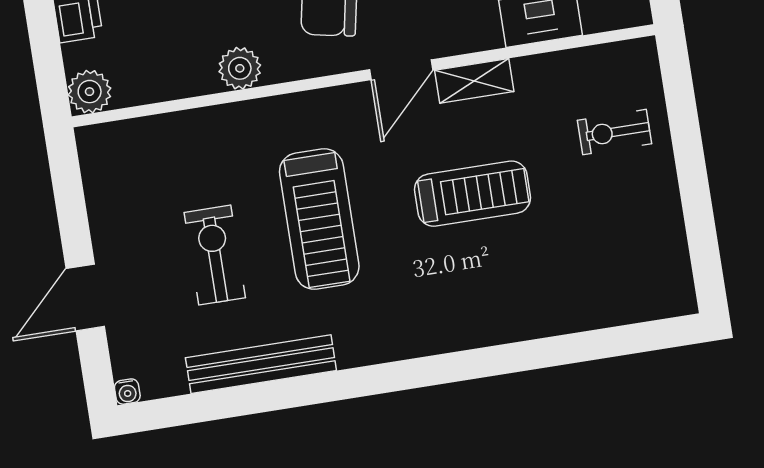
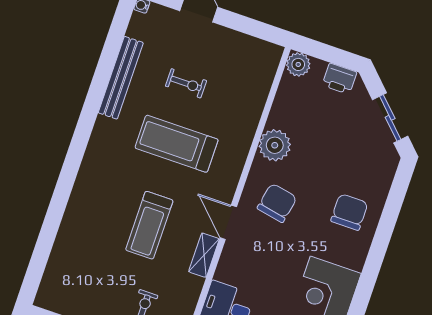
plant: (240, 68) -> (275, 145), width x1.36, depth x1.36
exercise bike: (215, 255) -> (186, 83), width x0.73, depth x0.72

